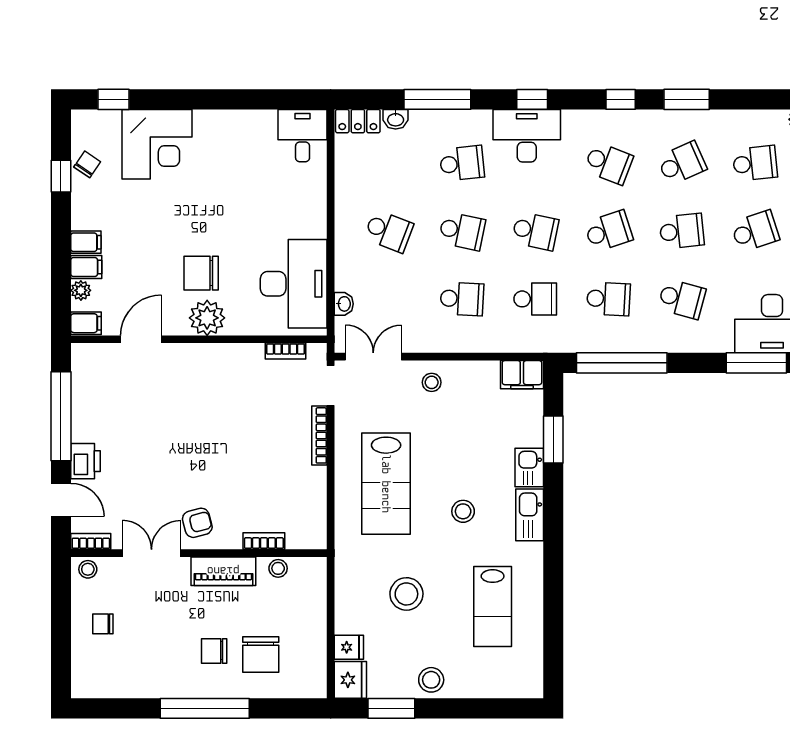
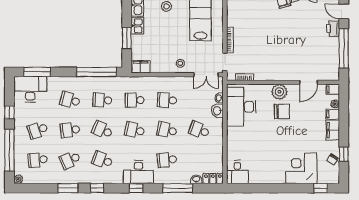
school desk: (608, 231) -> (102, 130), turned 42
filing cabinet: (86, 242) -> (333, 130), width x2.00
washbasin: (348, 275) -> (217, 111), added

